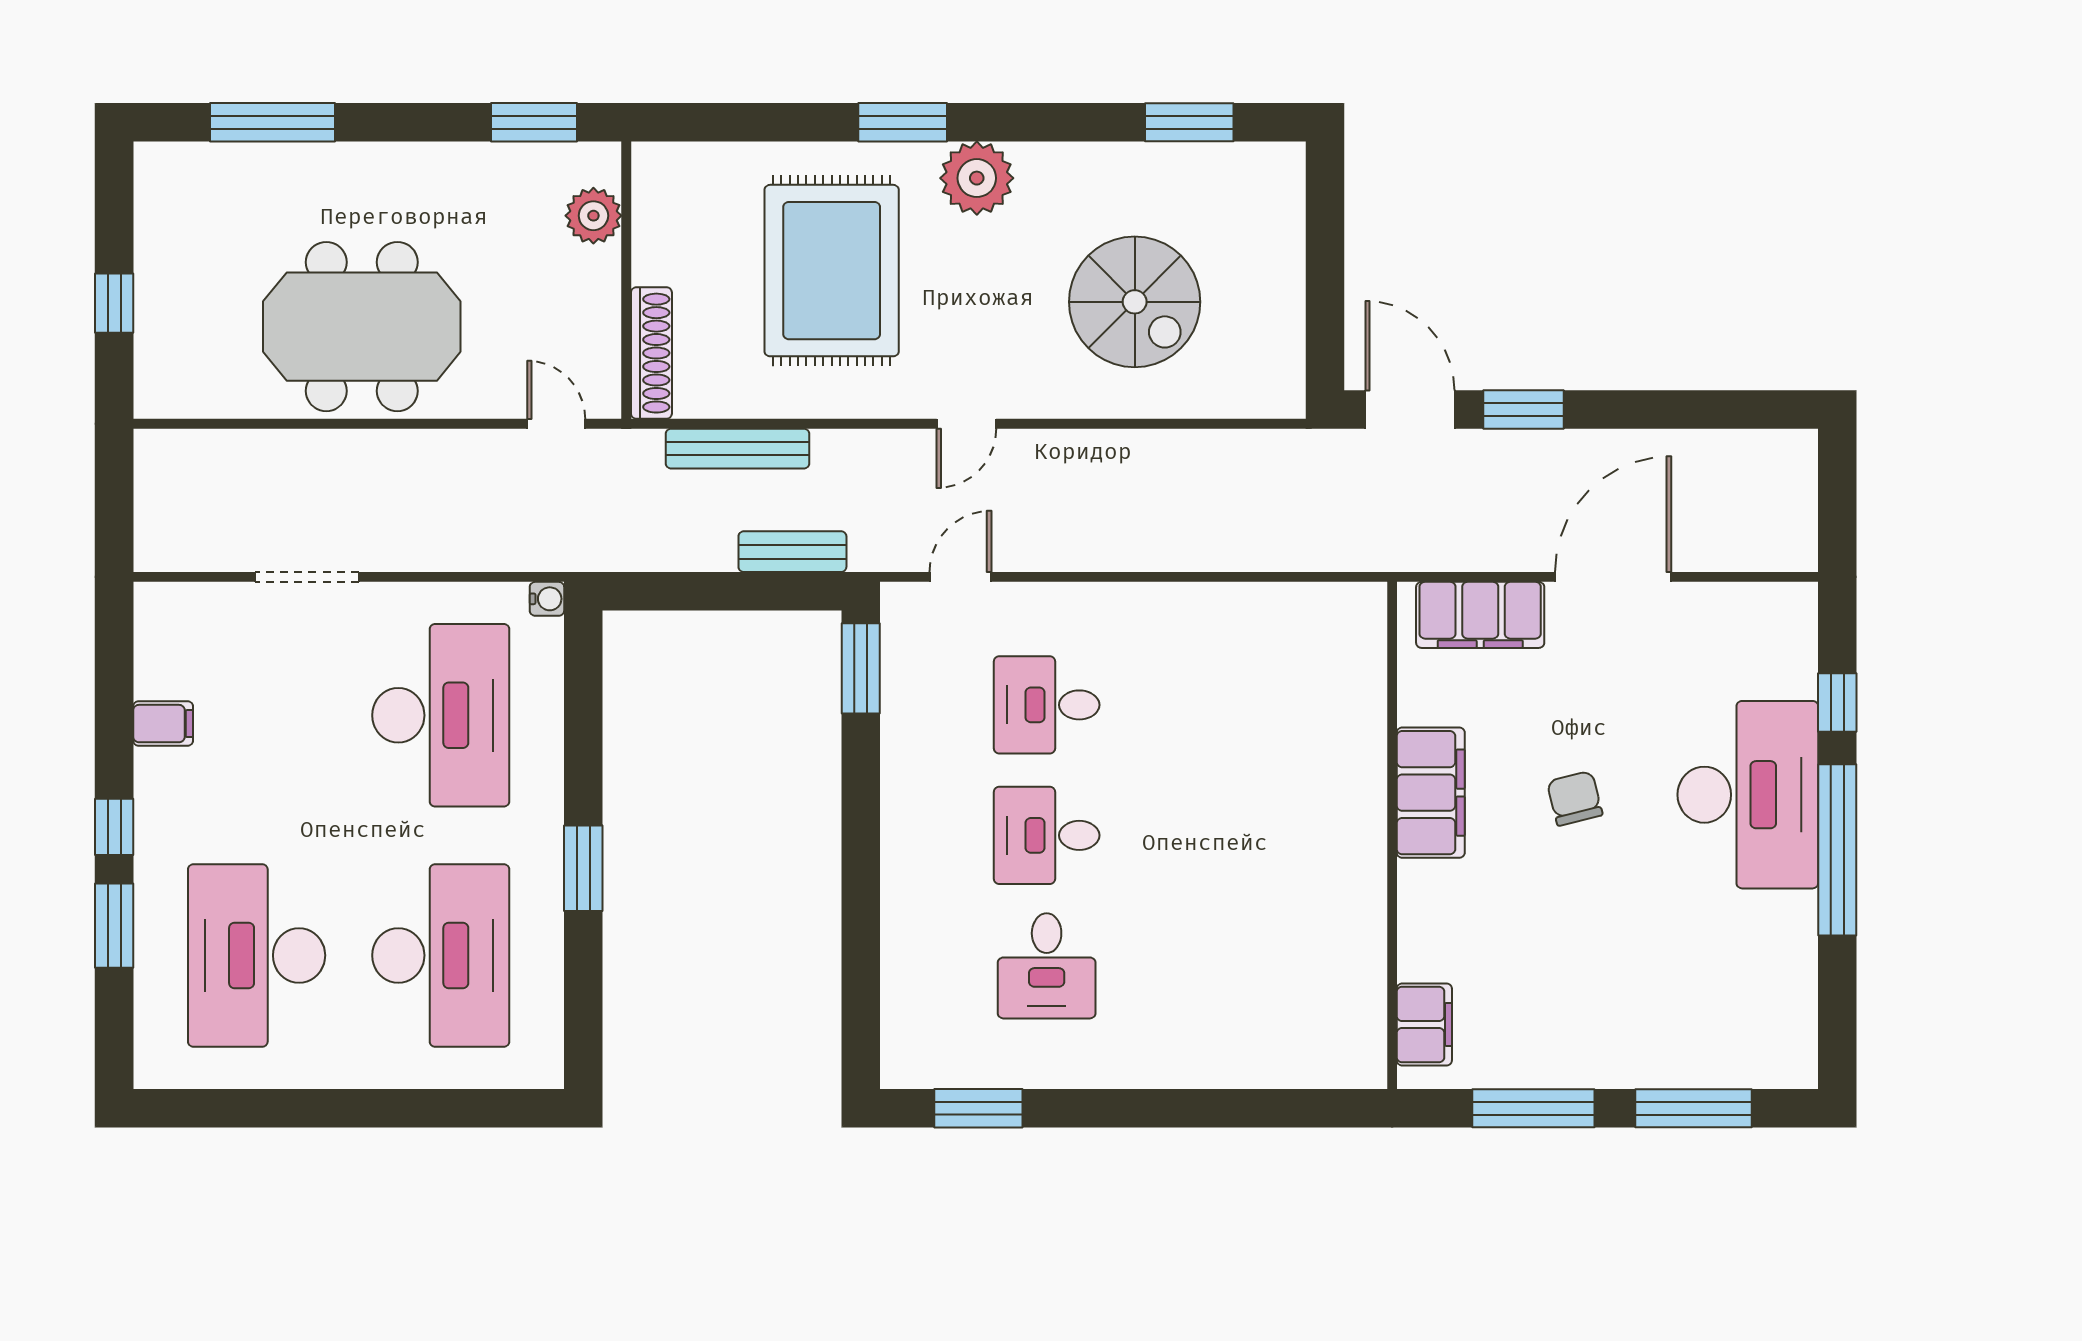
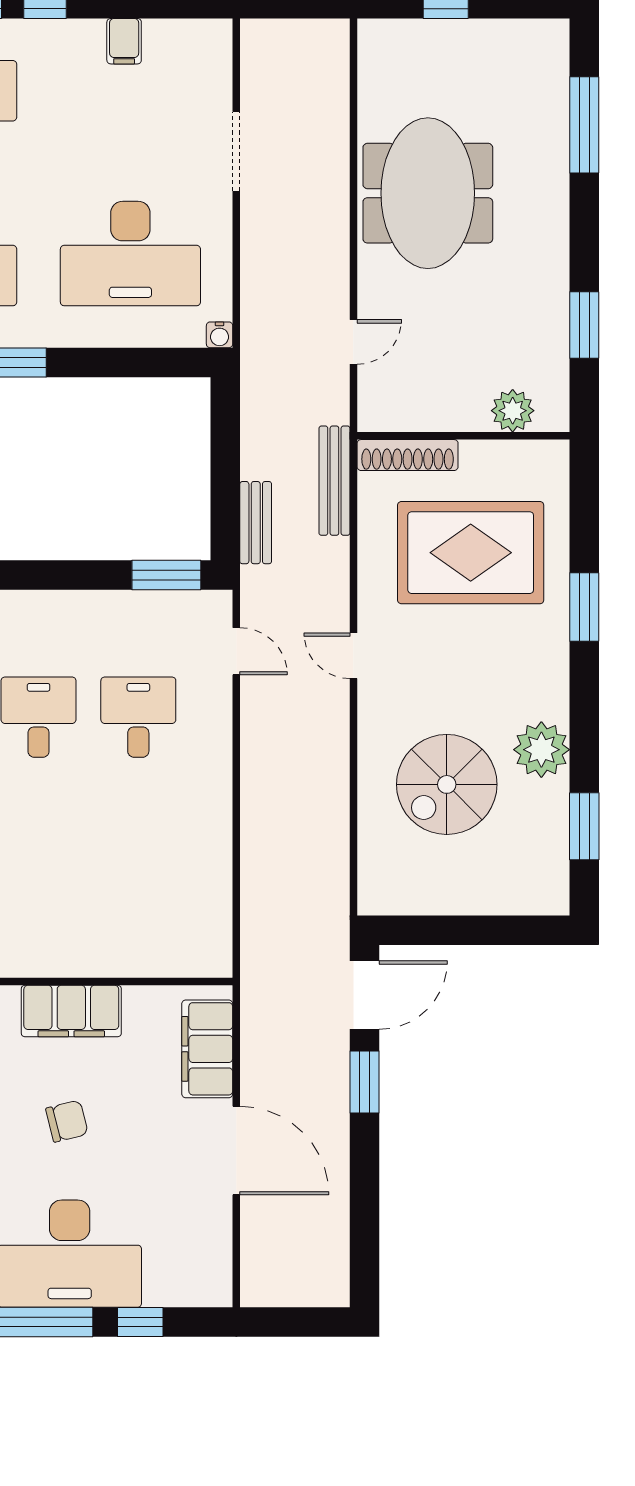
plant: (977, 178) -> (541, 750), moved
plant: (593, 216) -> (513, 411), moved
wall: (626, 280) -> (463, 436), moved
shoe rack: (651, 353) -> (408, 455), moved

